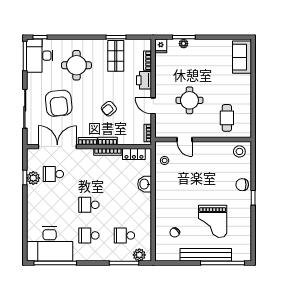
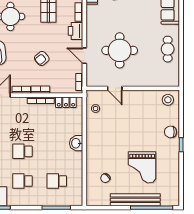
round table: (189, 100) -> (120, 50), width x1.36, depth x1.36
cafe table: (227, 118) -> (168, 49), moved
washbasin: (145, 184) -> (76, 143), moved
plant: (139, 255) -> (71, 200), removed

